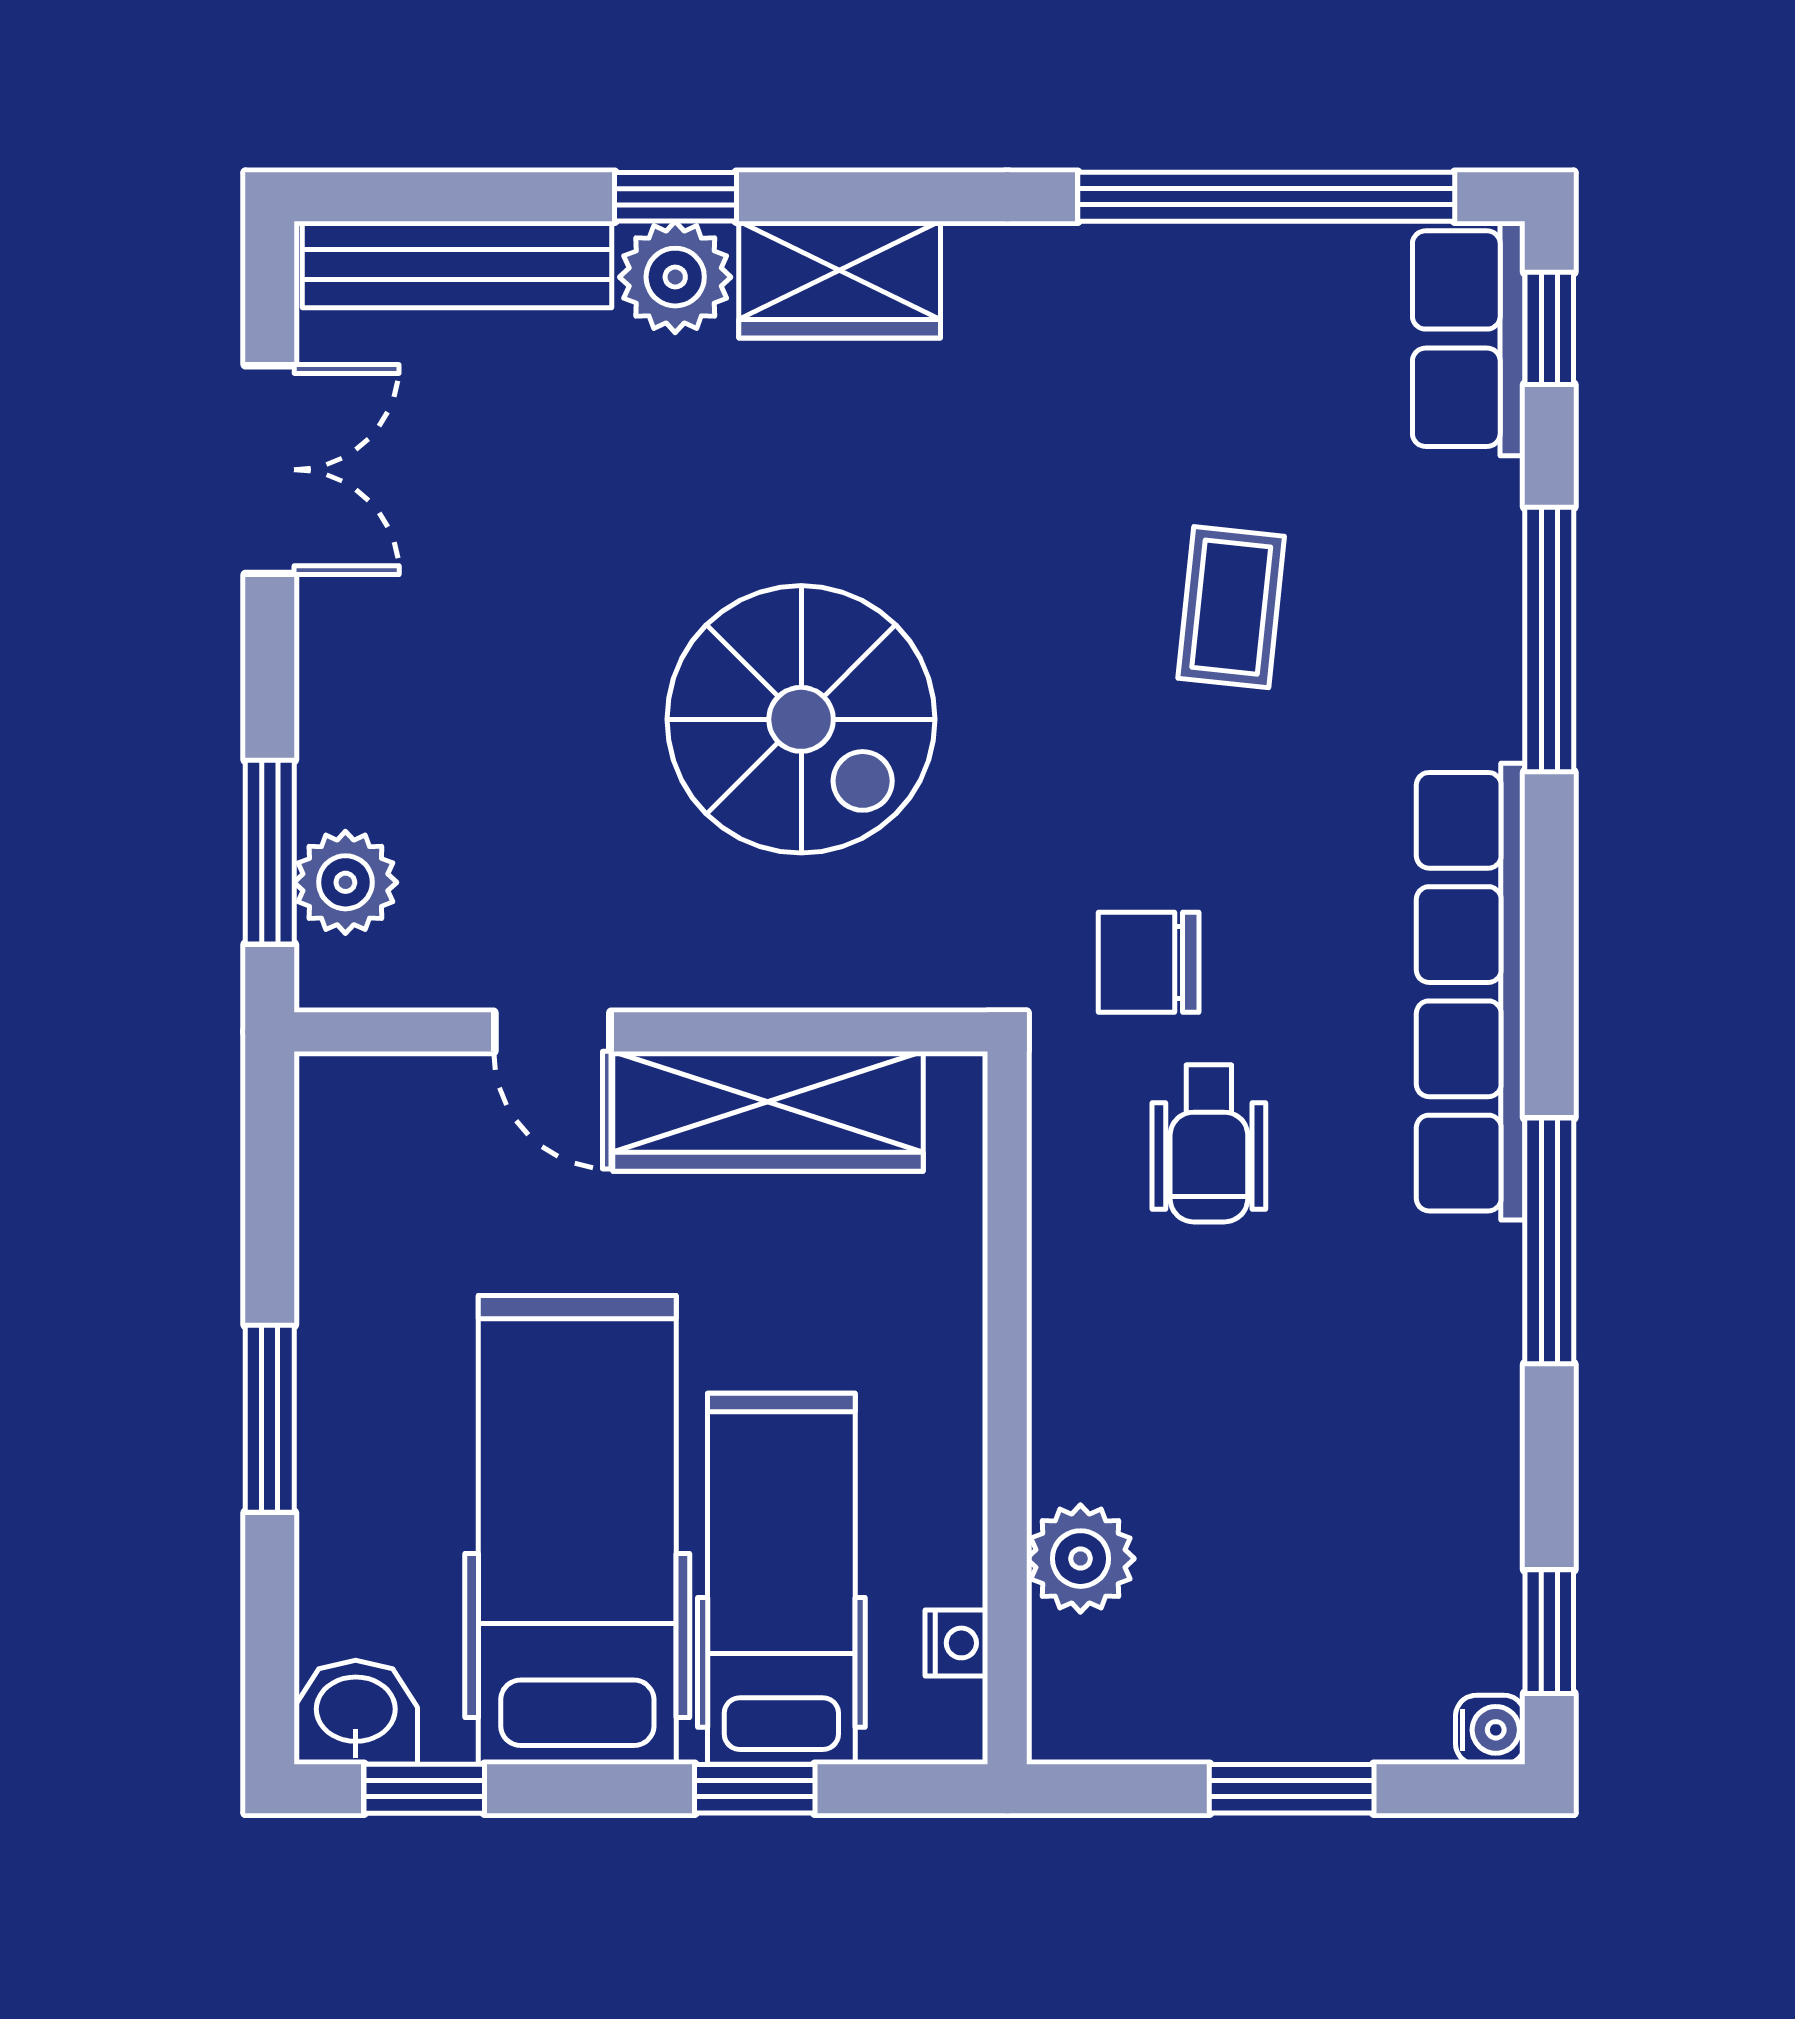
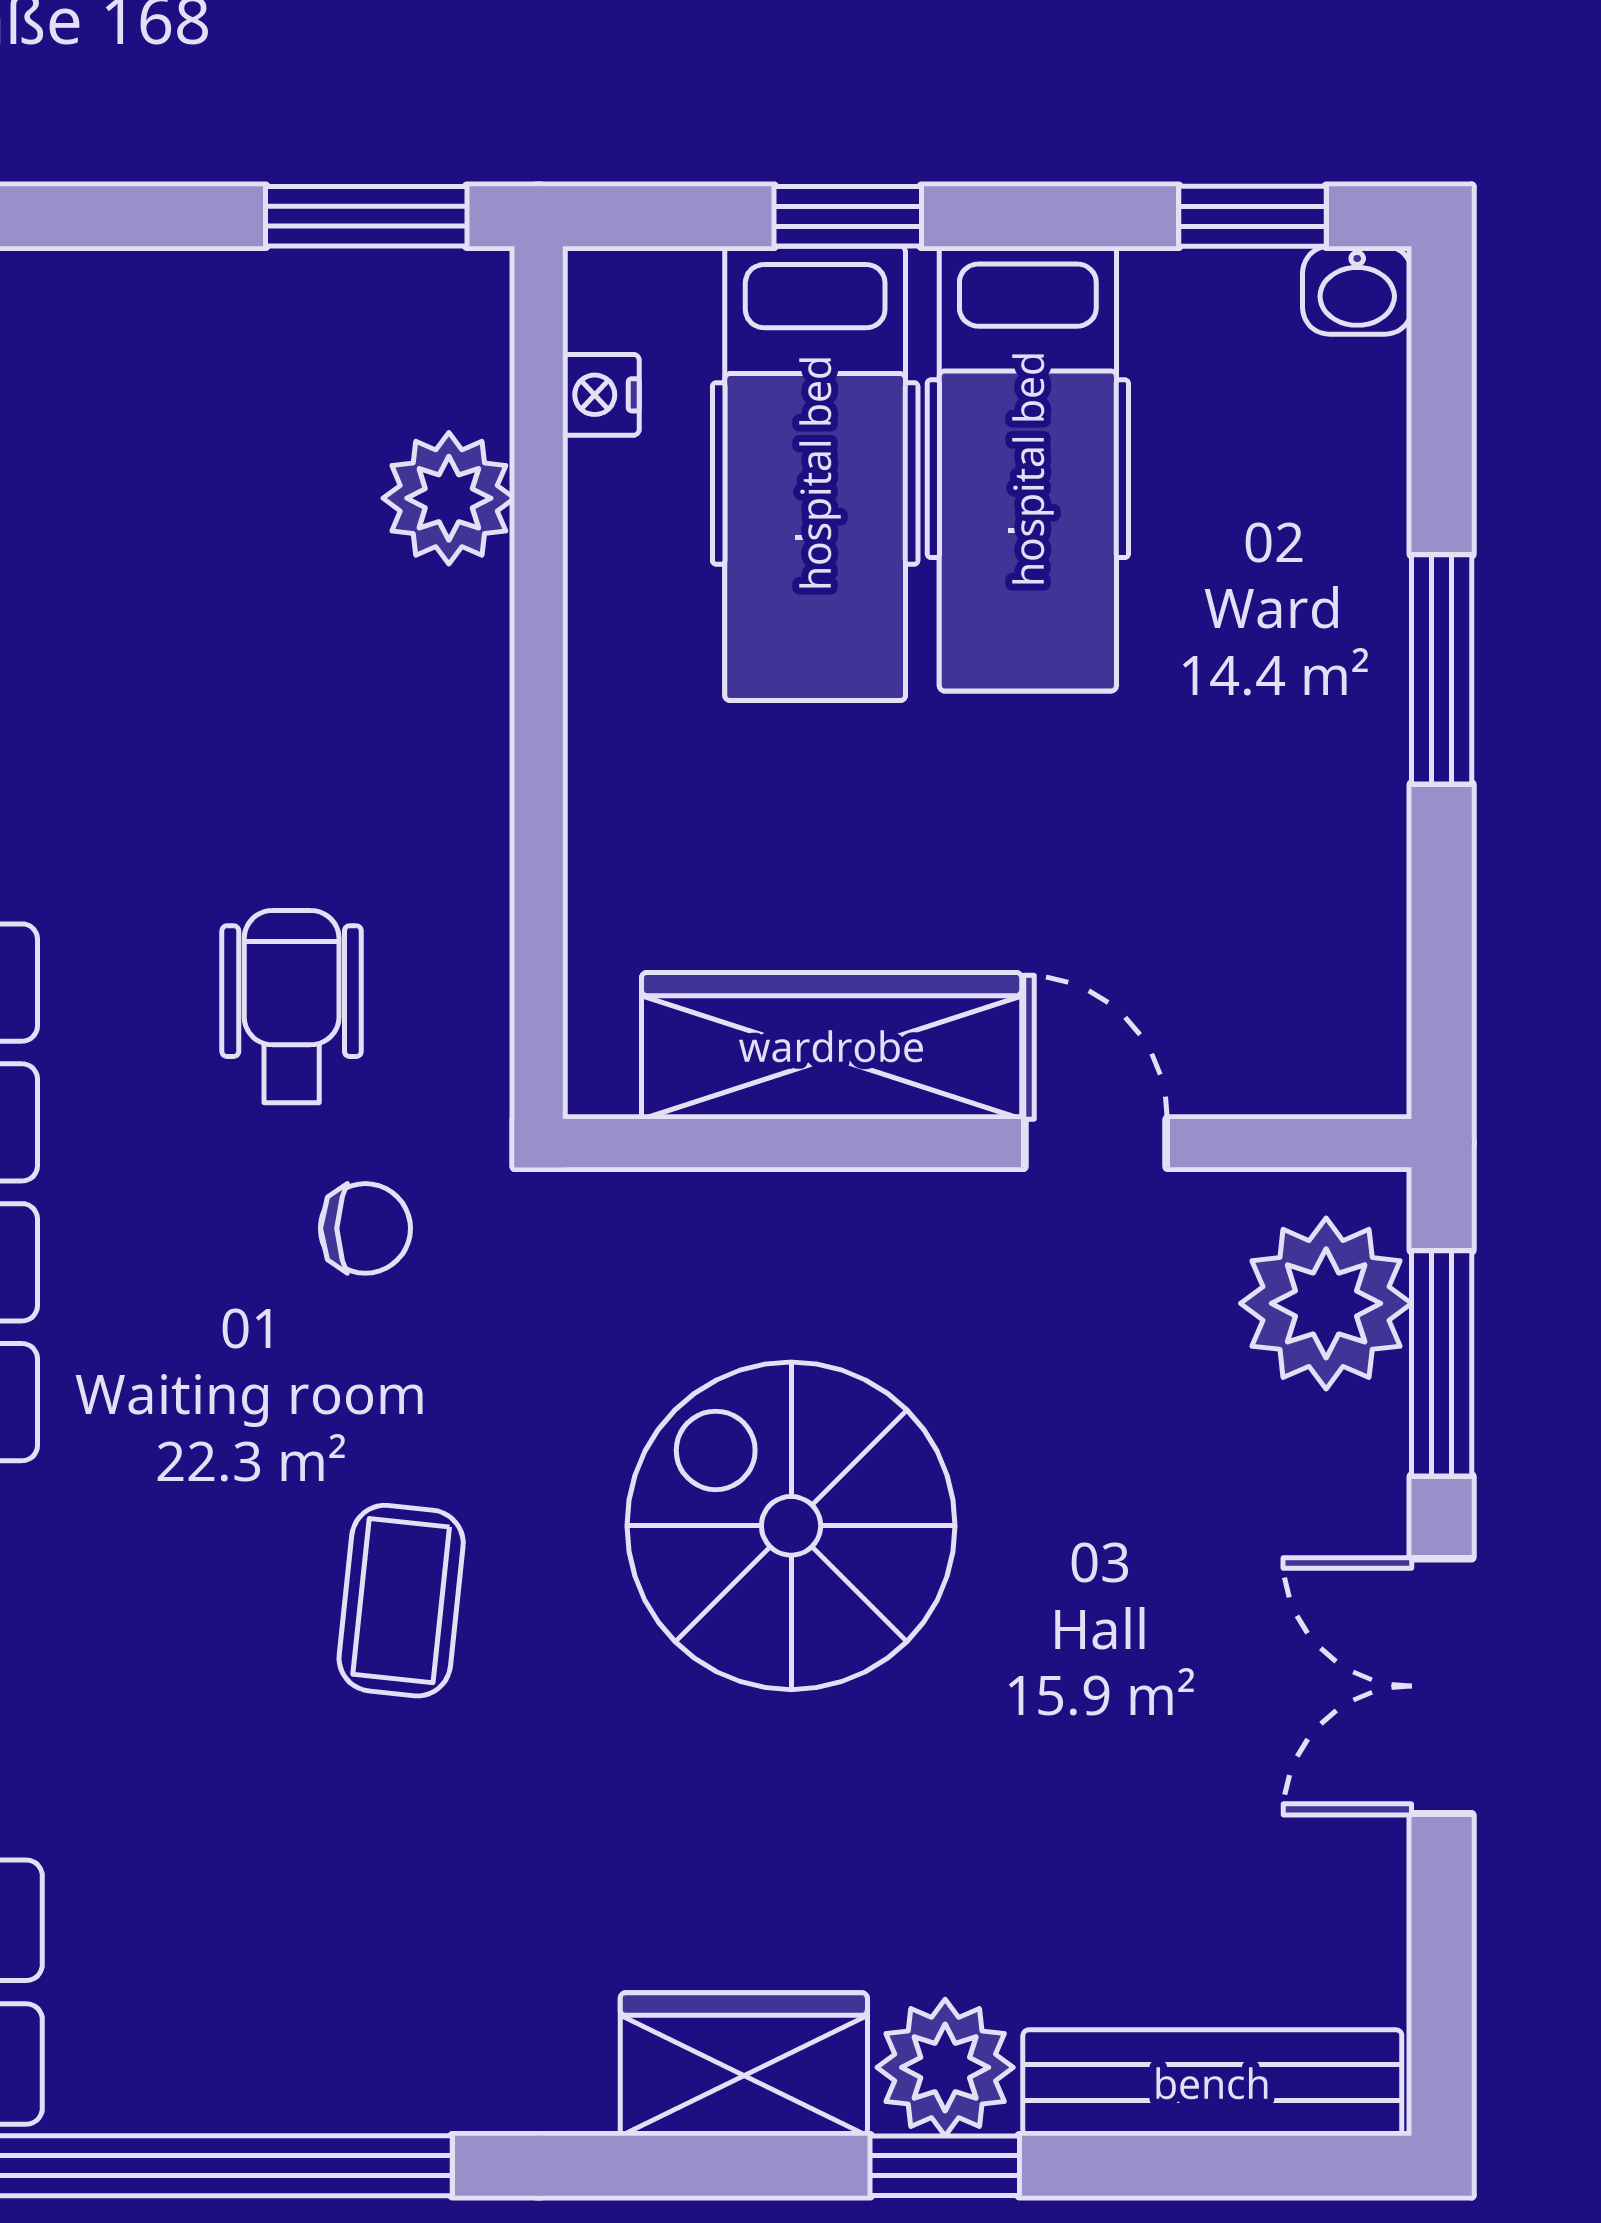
double door: (270, 470) -> (1442, 1686), moved
coffee table: (1231, 607) -> (401, 1601), moved
plant: (345, 882) -> (1326, 1303), width x1.36, depth x1.36
chair: (1149, 962) -> (365, 1228), width x0.73, depth x0.73
hospital bed: (577, 1530) -> (1028, 469), width x0.73, depth x0.78
washbasin: (356, 1712) -> (1357, 290), width x0.72, depth x0.69
window: (1292, 1789) -> (366, 216), moved

